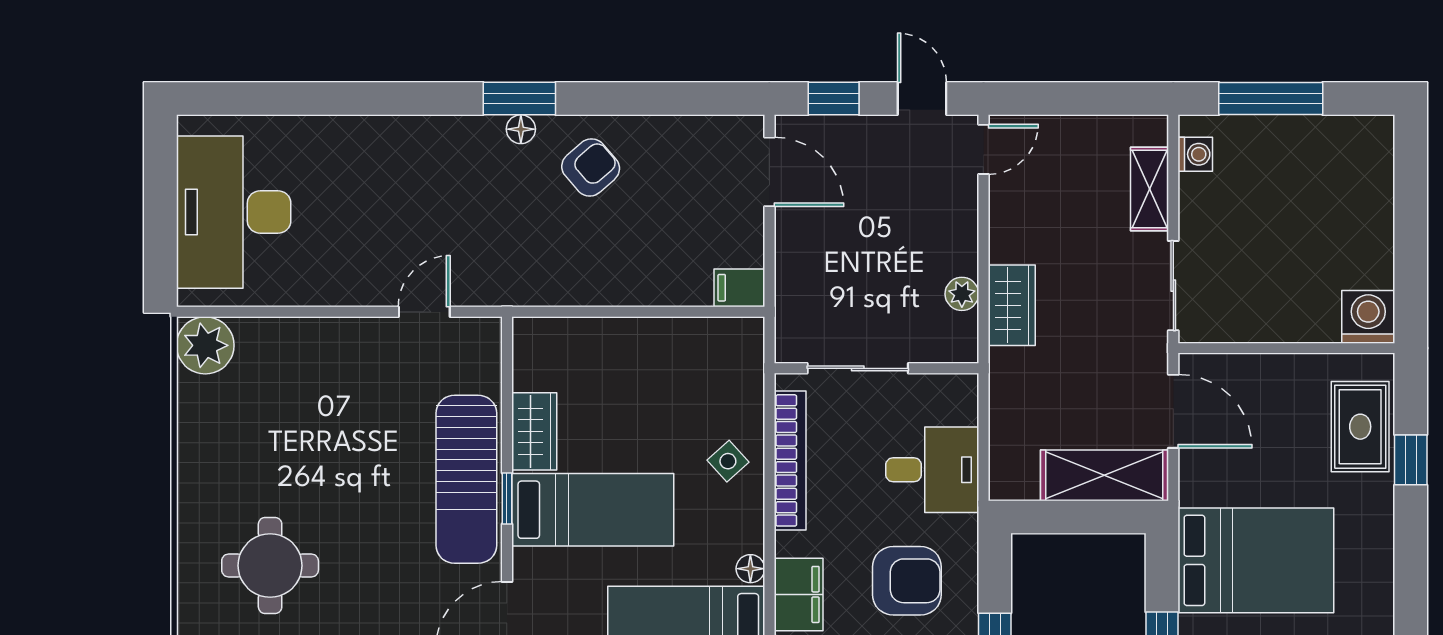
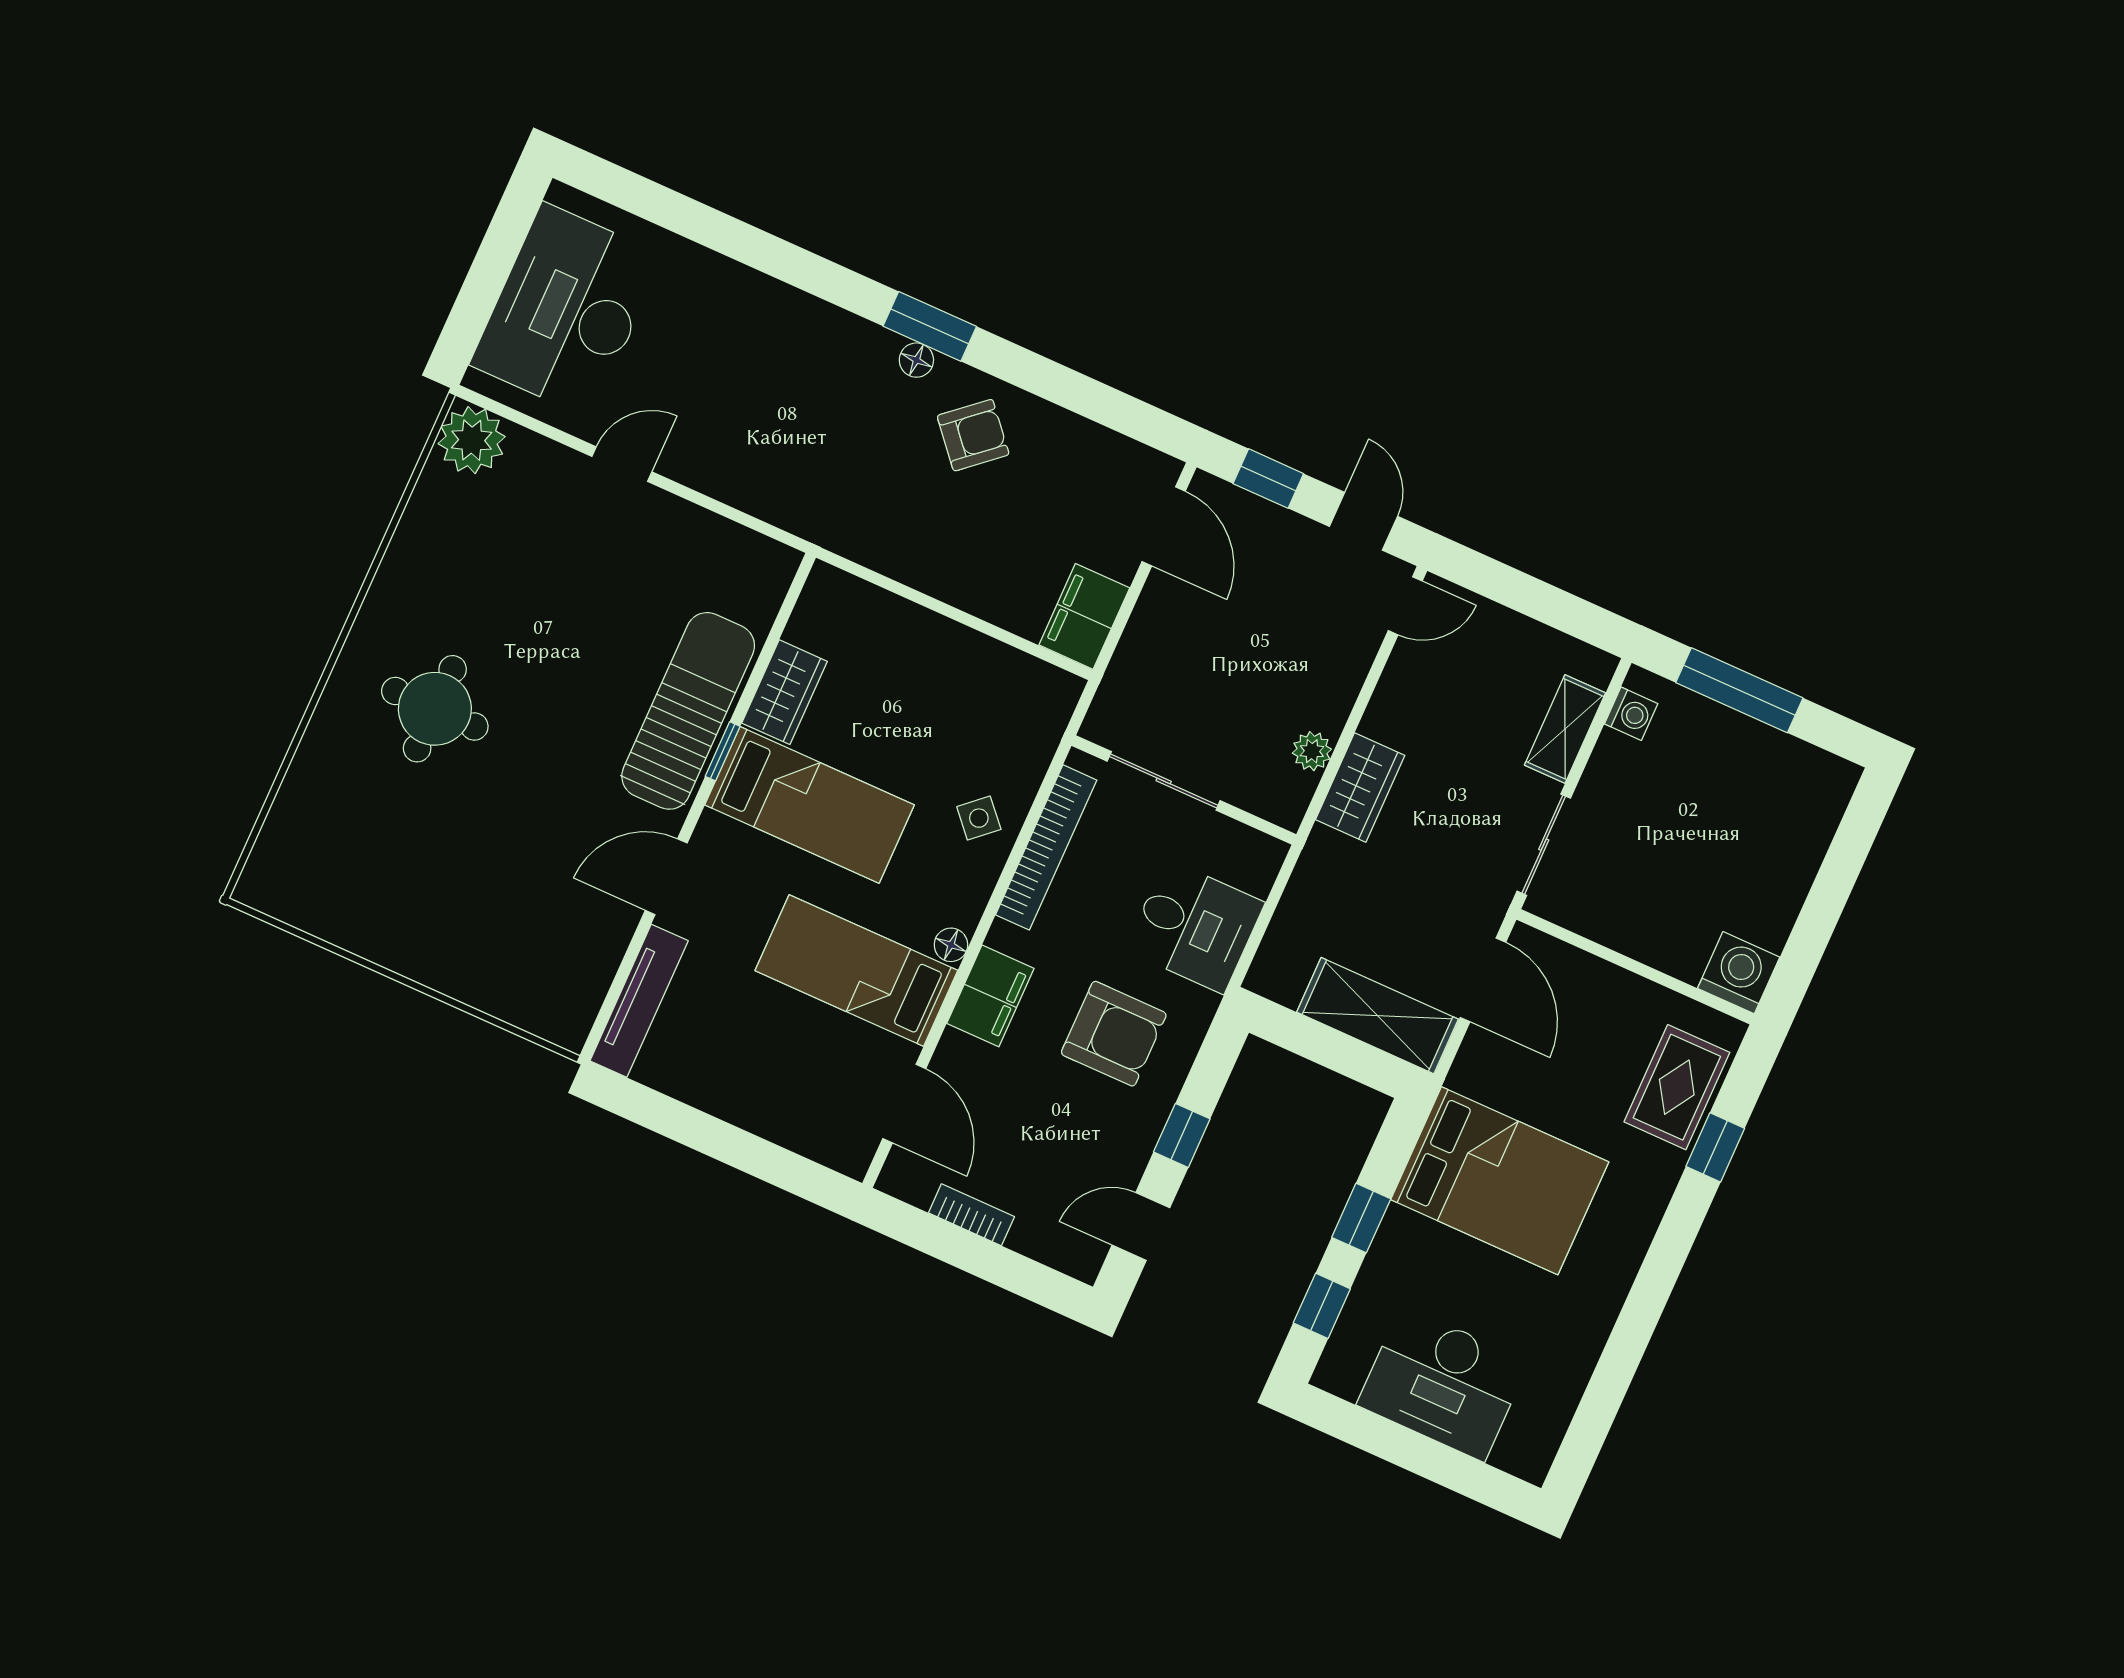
filing cabinet: (739, 288) -> (1084, 616), width x2.00
door: (424, 312) -> (622, 464), moved
sun lounger: (466, 479) -> (688, 711), turned 180

